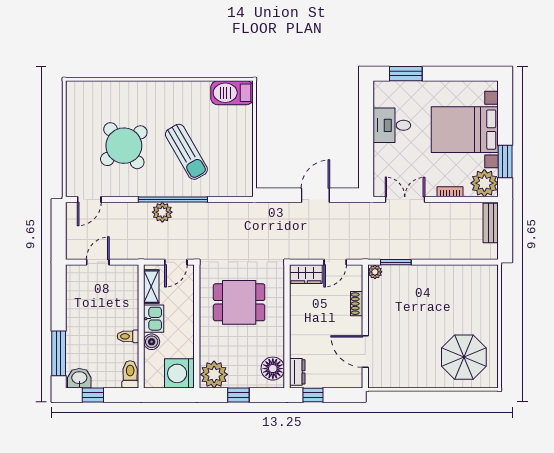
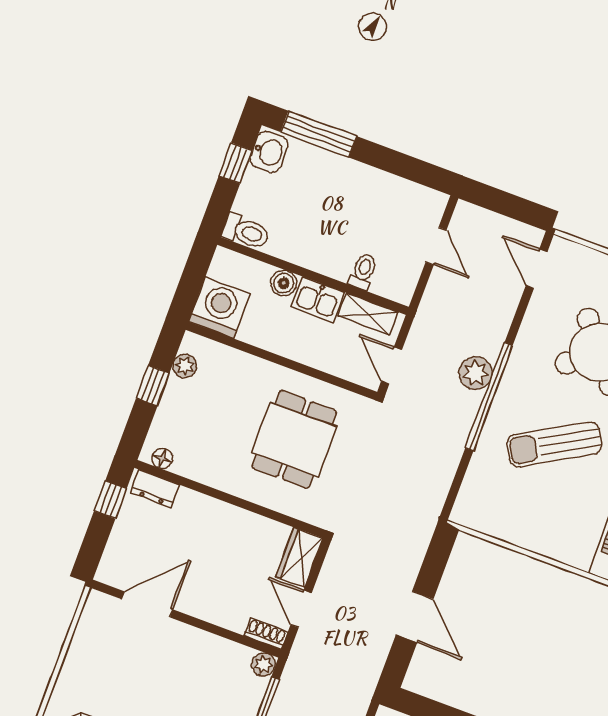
shoe rack: (357, 304) -> (266, 634), moved
toilet: (128, 336) -> (363, 271), moved
floor lamp: (273, 369) -> (162, 458), width x0.53, depth x0.53
plant: (214, 374) -> (185, 366), width x0.53, depth x0.53

